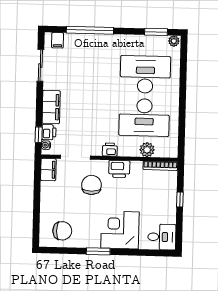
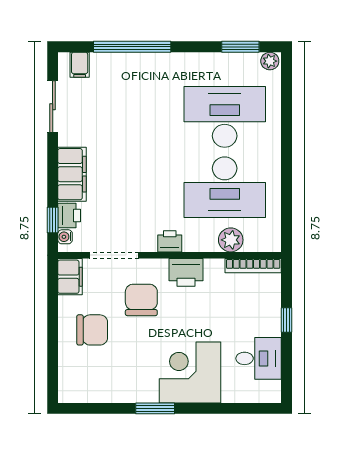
chair: (62, 231) -> (92, 330), moved
desk: (162, 237) -> (259, 358), moved

